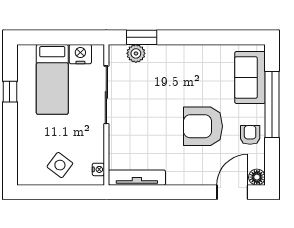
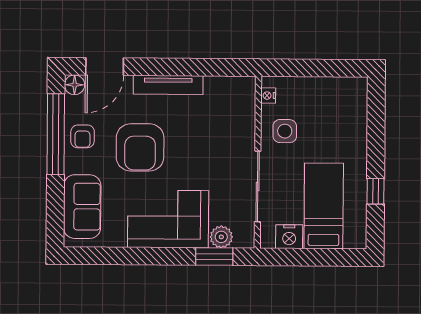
corner sofa: (179, 68) -> (168, 219), added
window: (272, 105) -> (56, 134), moved
armchair: (203, 126) -> (140, 147), turned 90
side table: (60, 165) -> (285, 131), moved, turned -37
tv unit: (137, 178) -> (168, 85), moved

